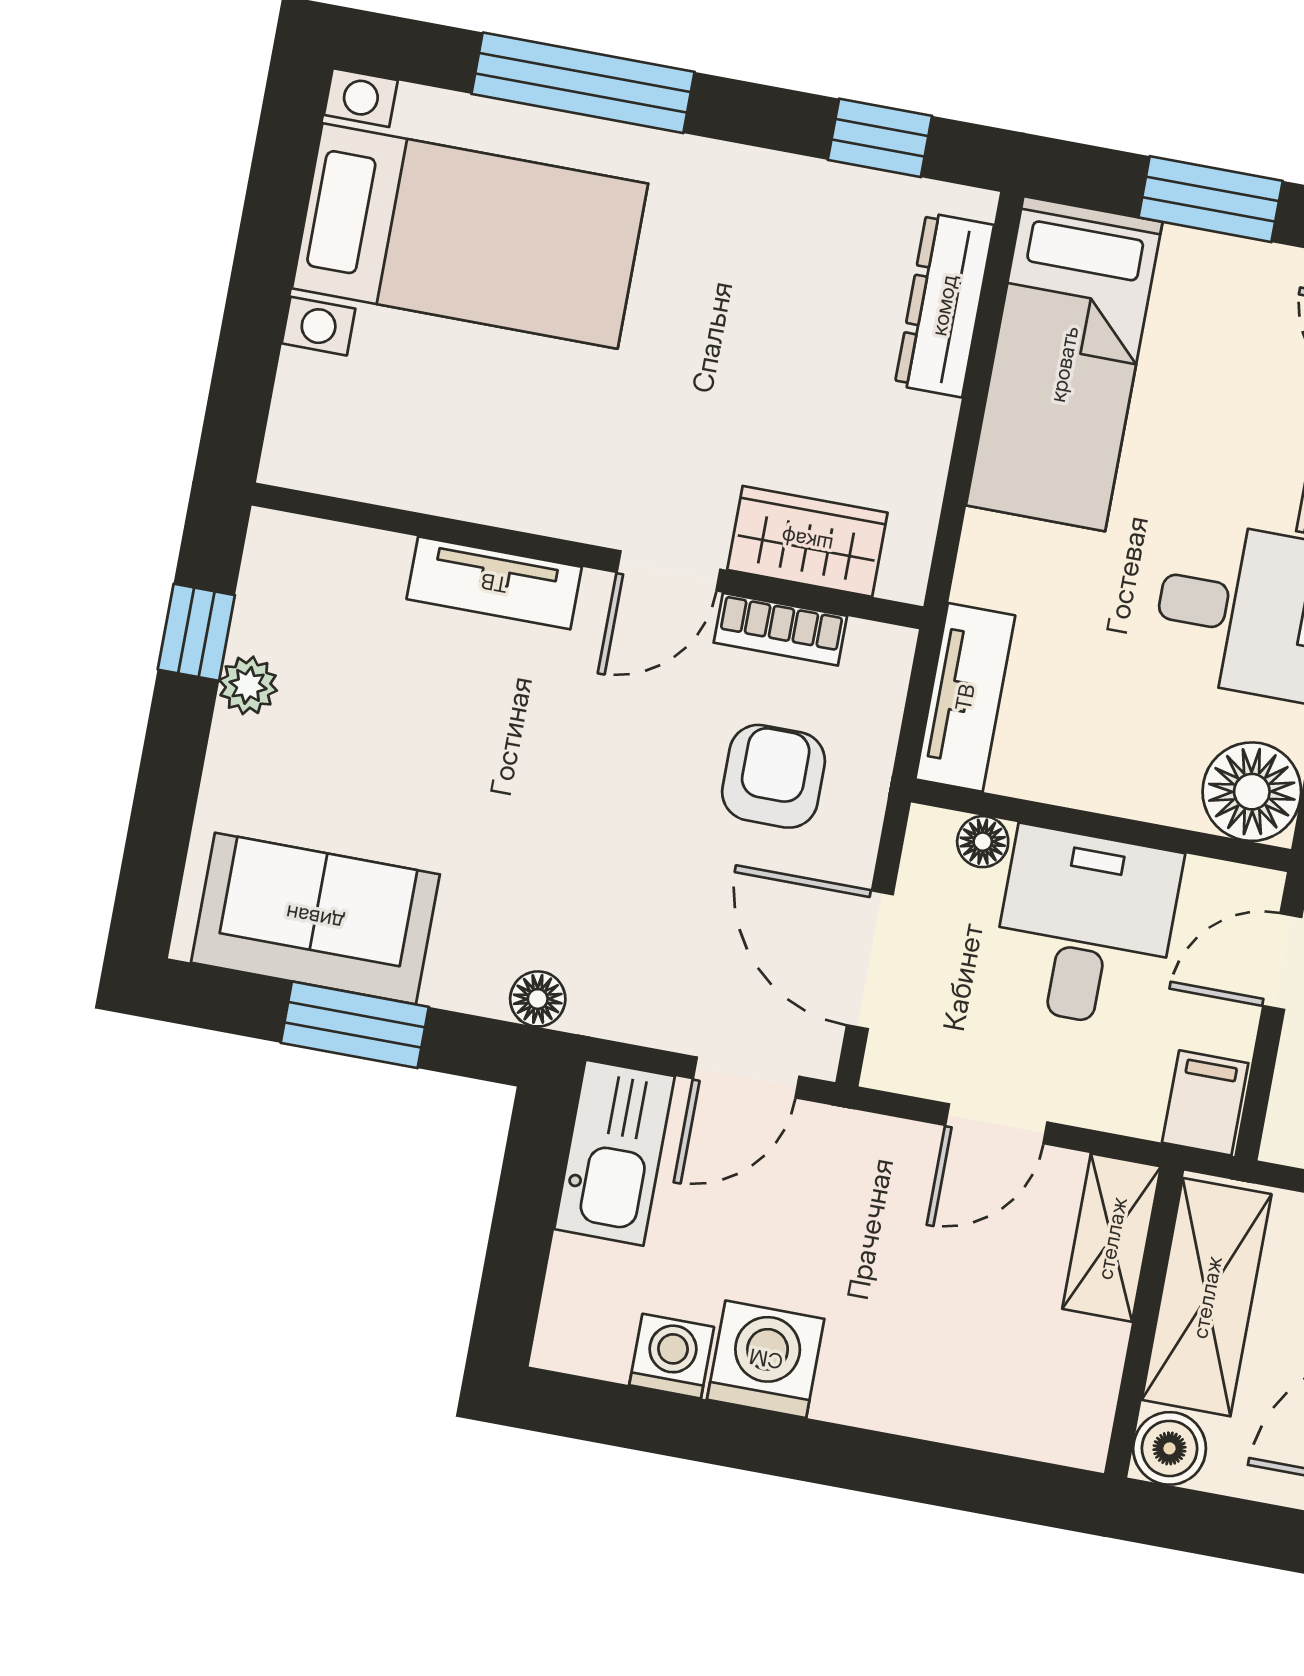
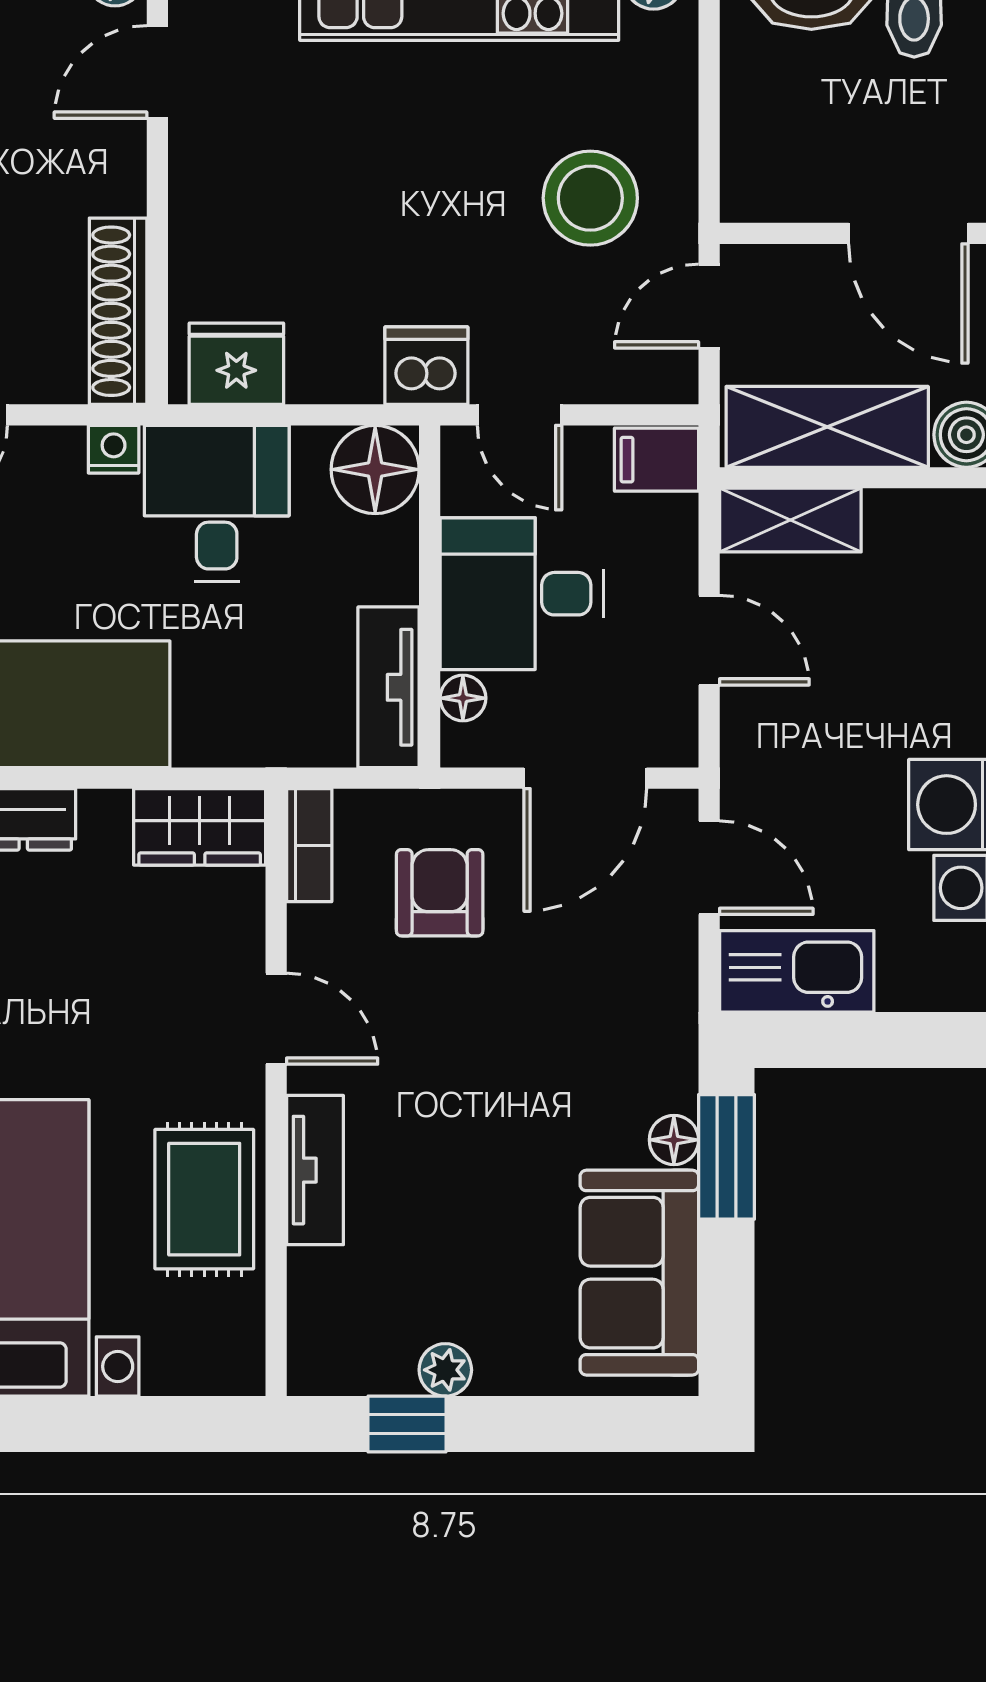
rug: (485, 455) -> (204, 1199), added
wardrobe: (807, 541) -> (200, 827), moved, turned -90
bookcase: (780, 629) -> (309, 845), moved
tv unit: (965, 697) -> (389, 687), moved, turned -90
armchair: (774, 776) -> (440, 893), turned 90
floor lamp: (538, 999) -> (674, 1140), moved
window: (355, 1025) -> (727, 1157), moved

